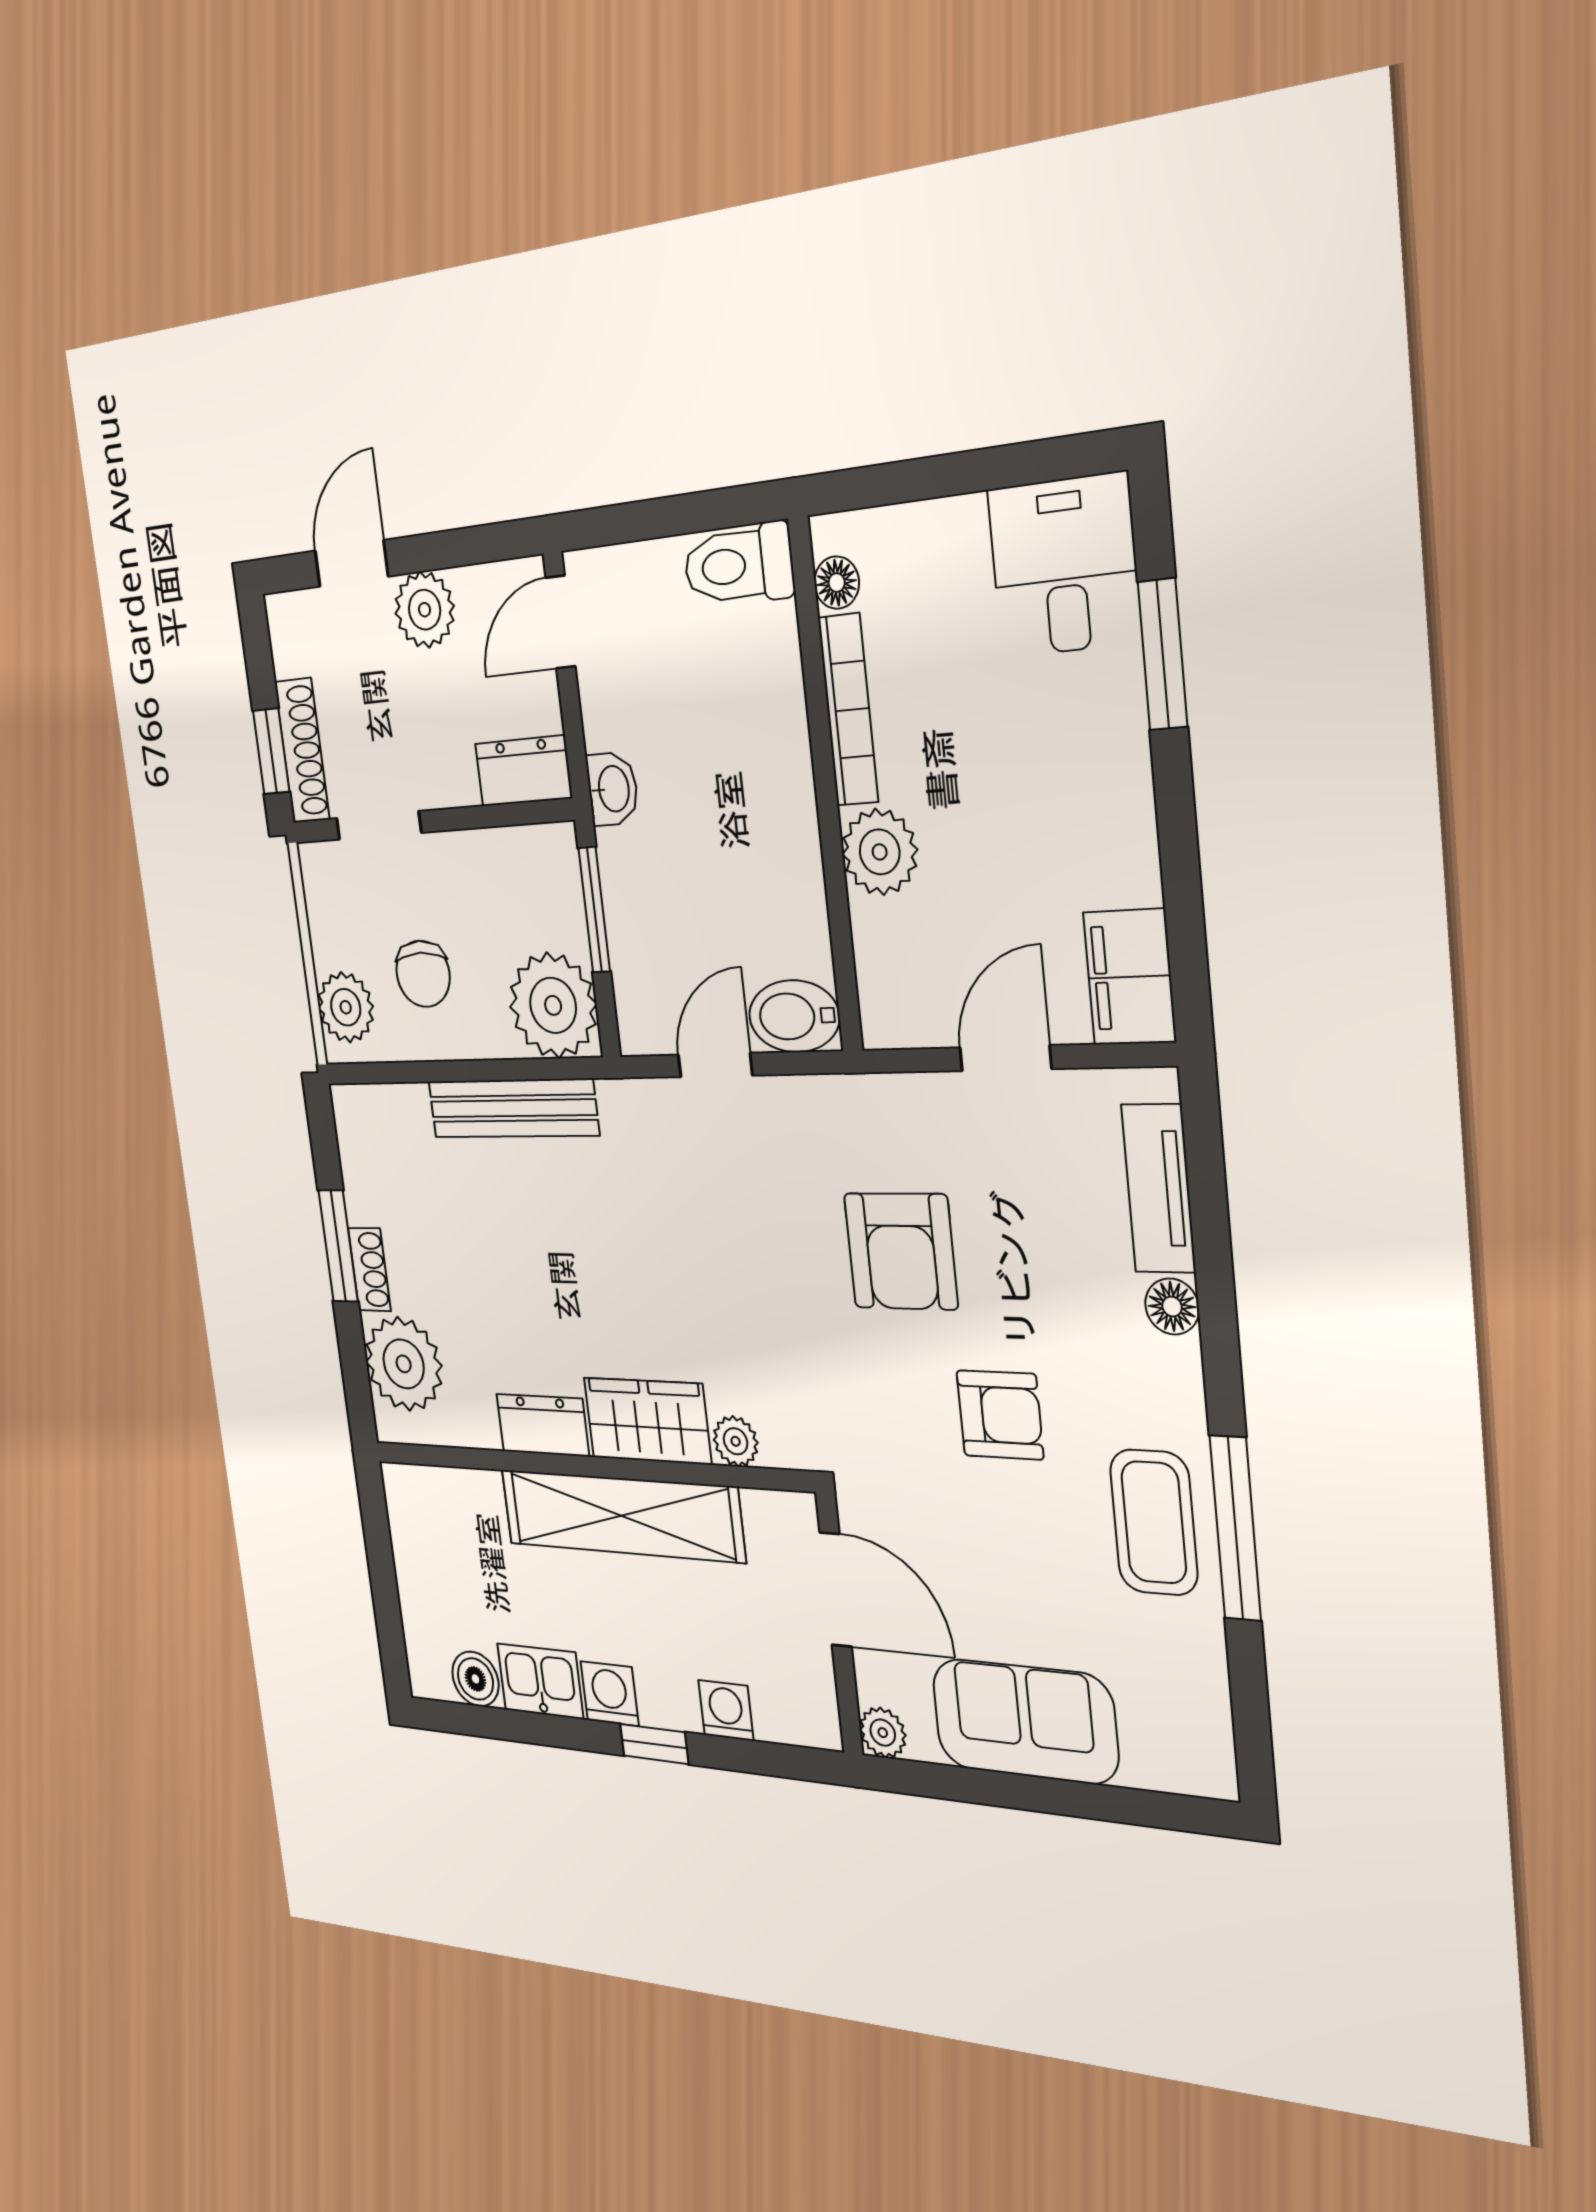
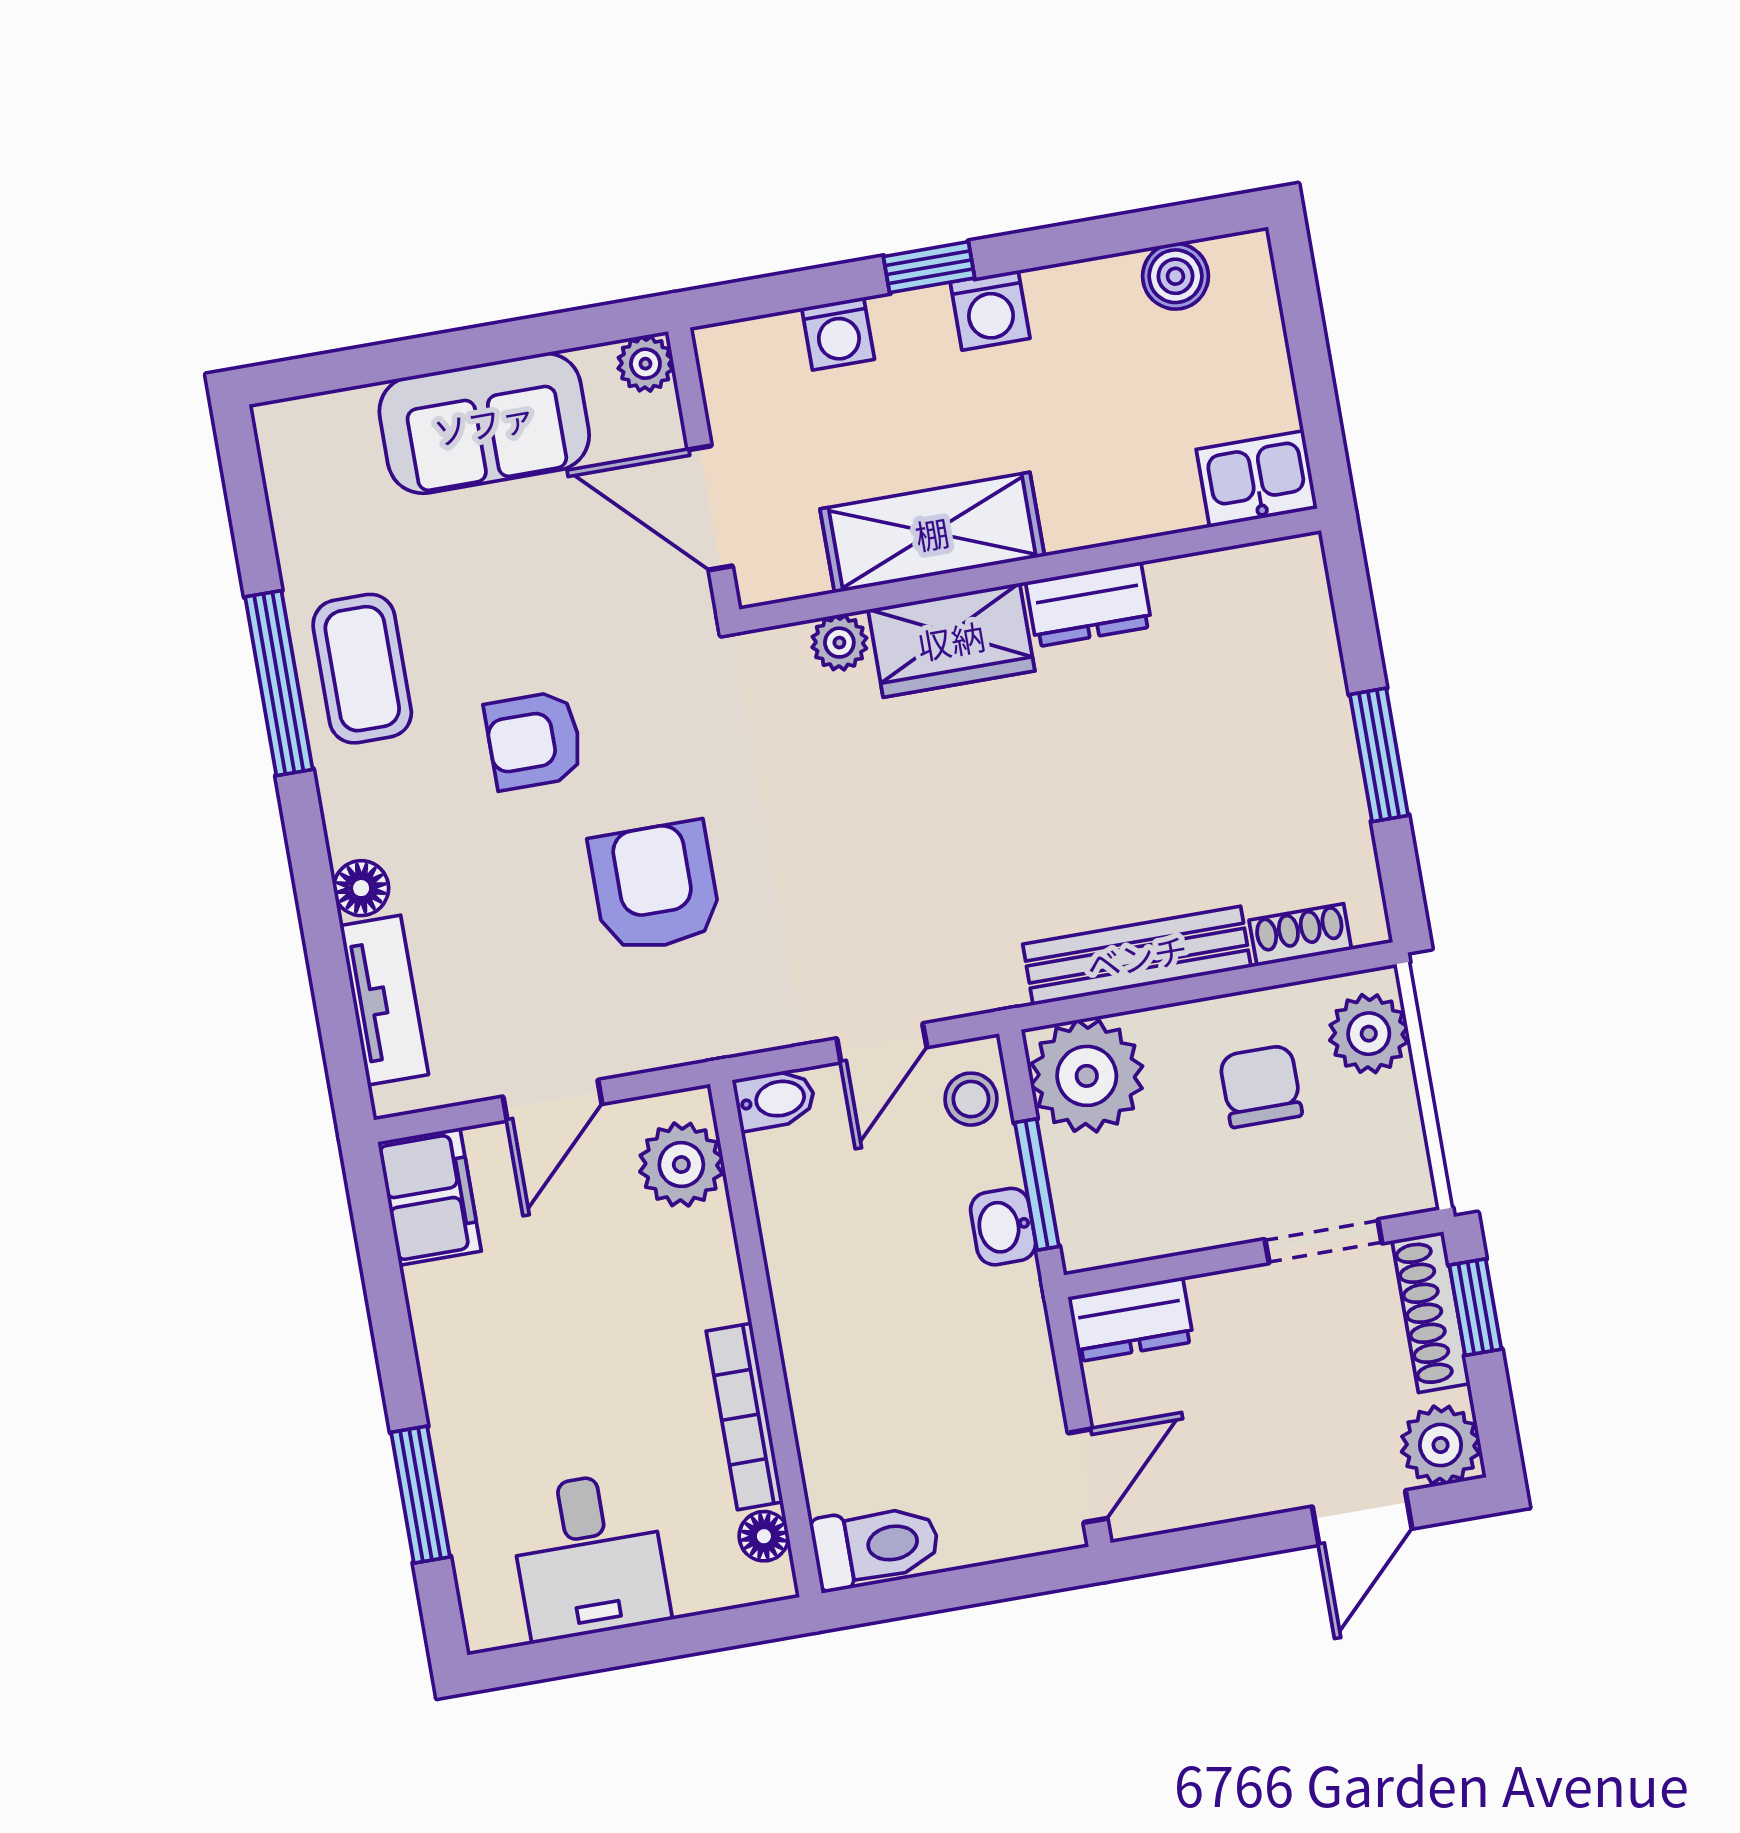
desk: (1064, 566) -> (589, 1556), moved
plant: (425, 610) -> (1441, 1445), moved
washbasin: (612, 789) -> (1003, 1227), moved
plant: (880, 852) -> (681, 1165), moved
stool: (644, 999) -> (971, 1099), added
bidet: (794, 1016) -> (775, 1100), width x0.72, depth x0.74
shoe rack: (369, 1269) -> (1300, 935), moved, turned 90
plant: (404, 1364) -> (1283, 634), removed
shelving: (621, 1516) -> (932, 533), width x0.68
kitchen sink: (540, 1681) -> (1257, 479), moved, turned 180

